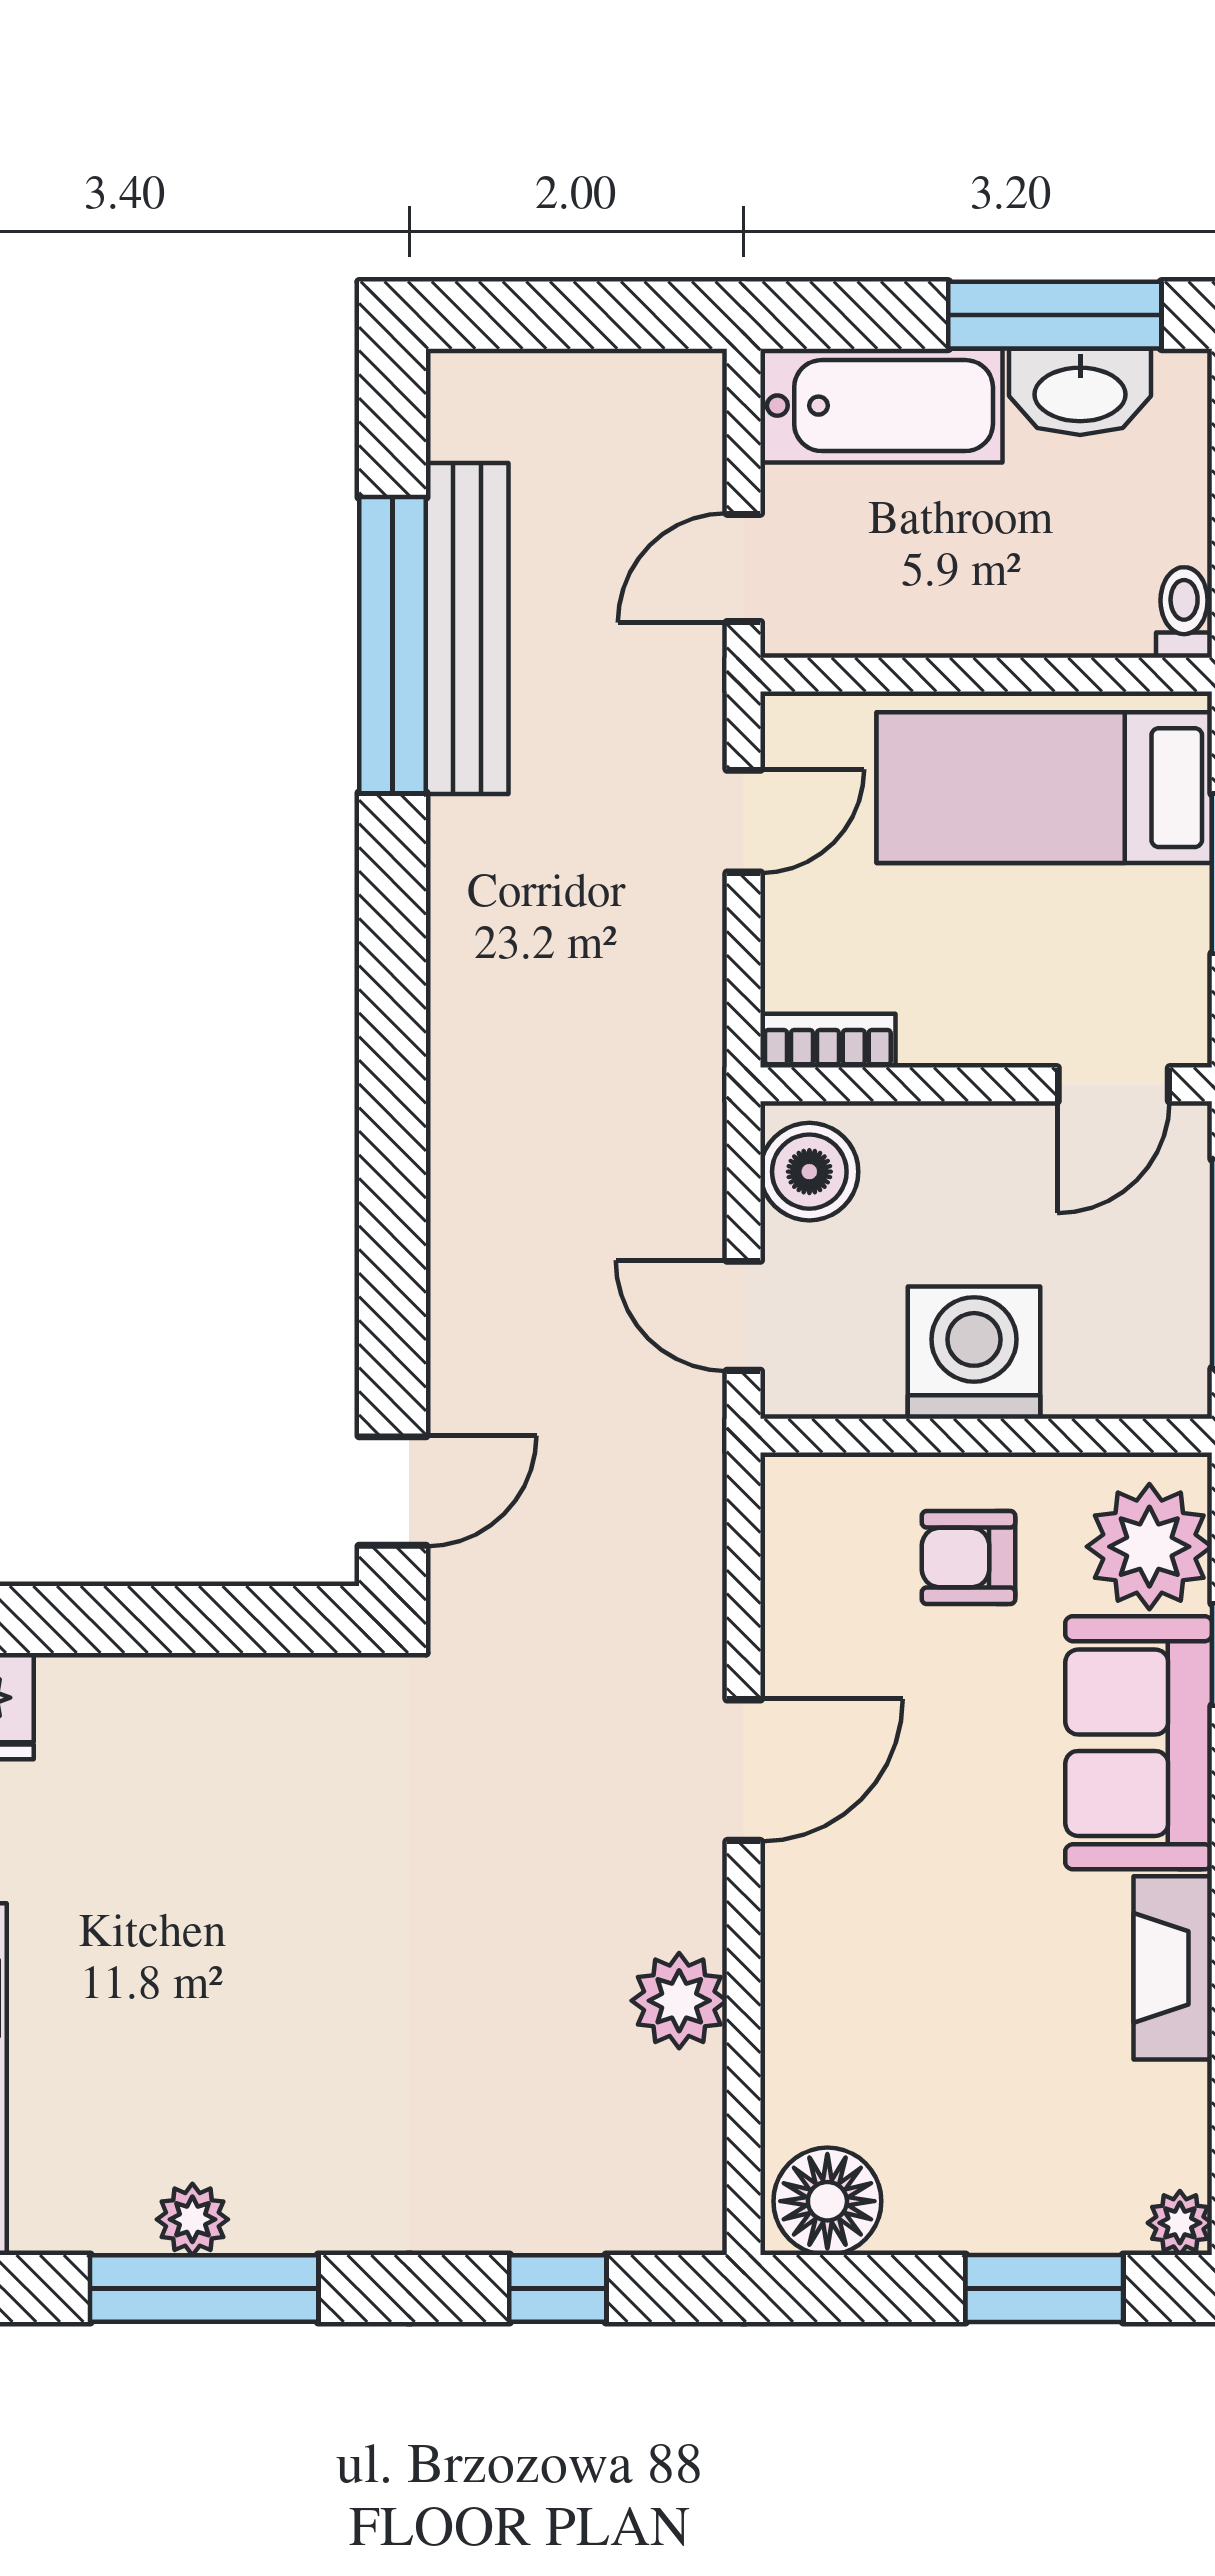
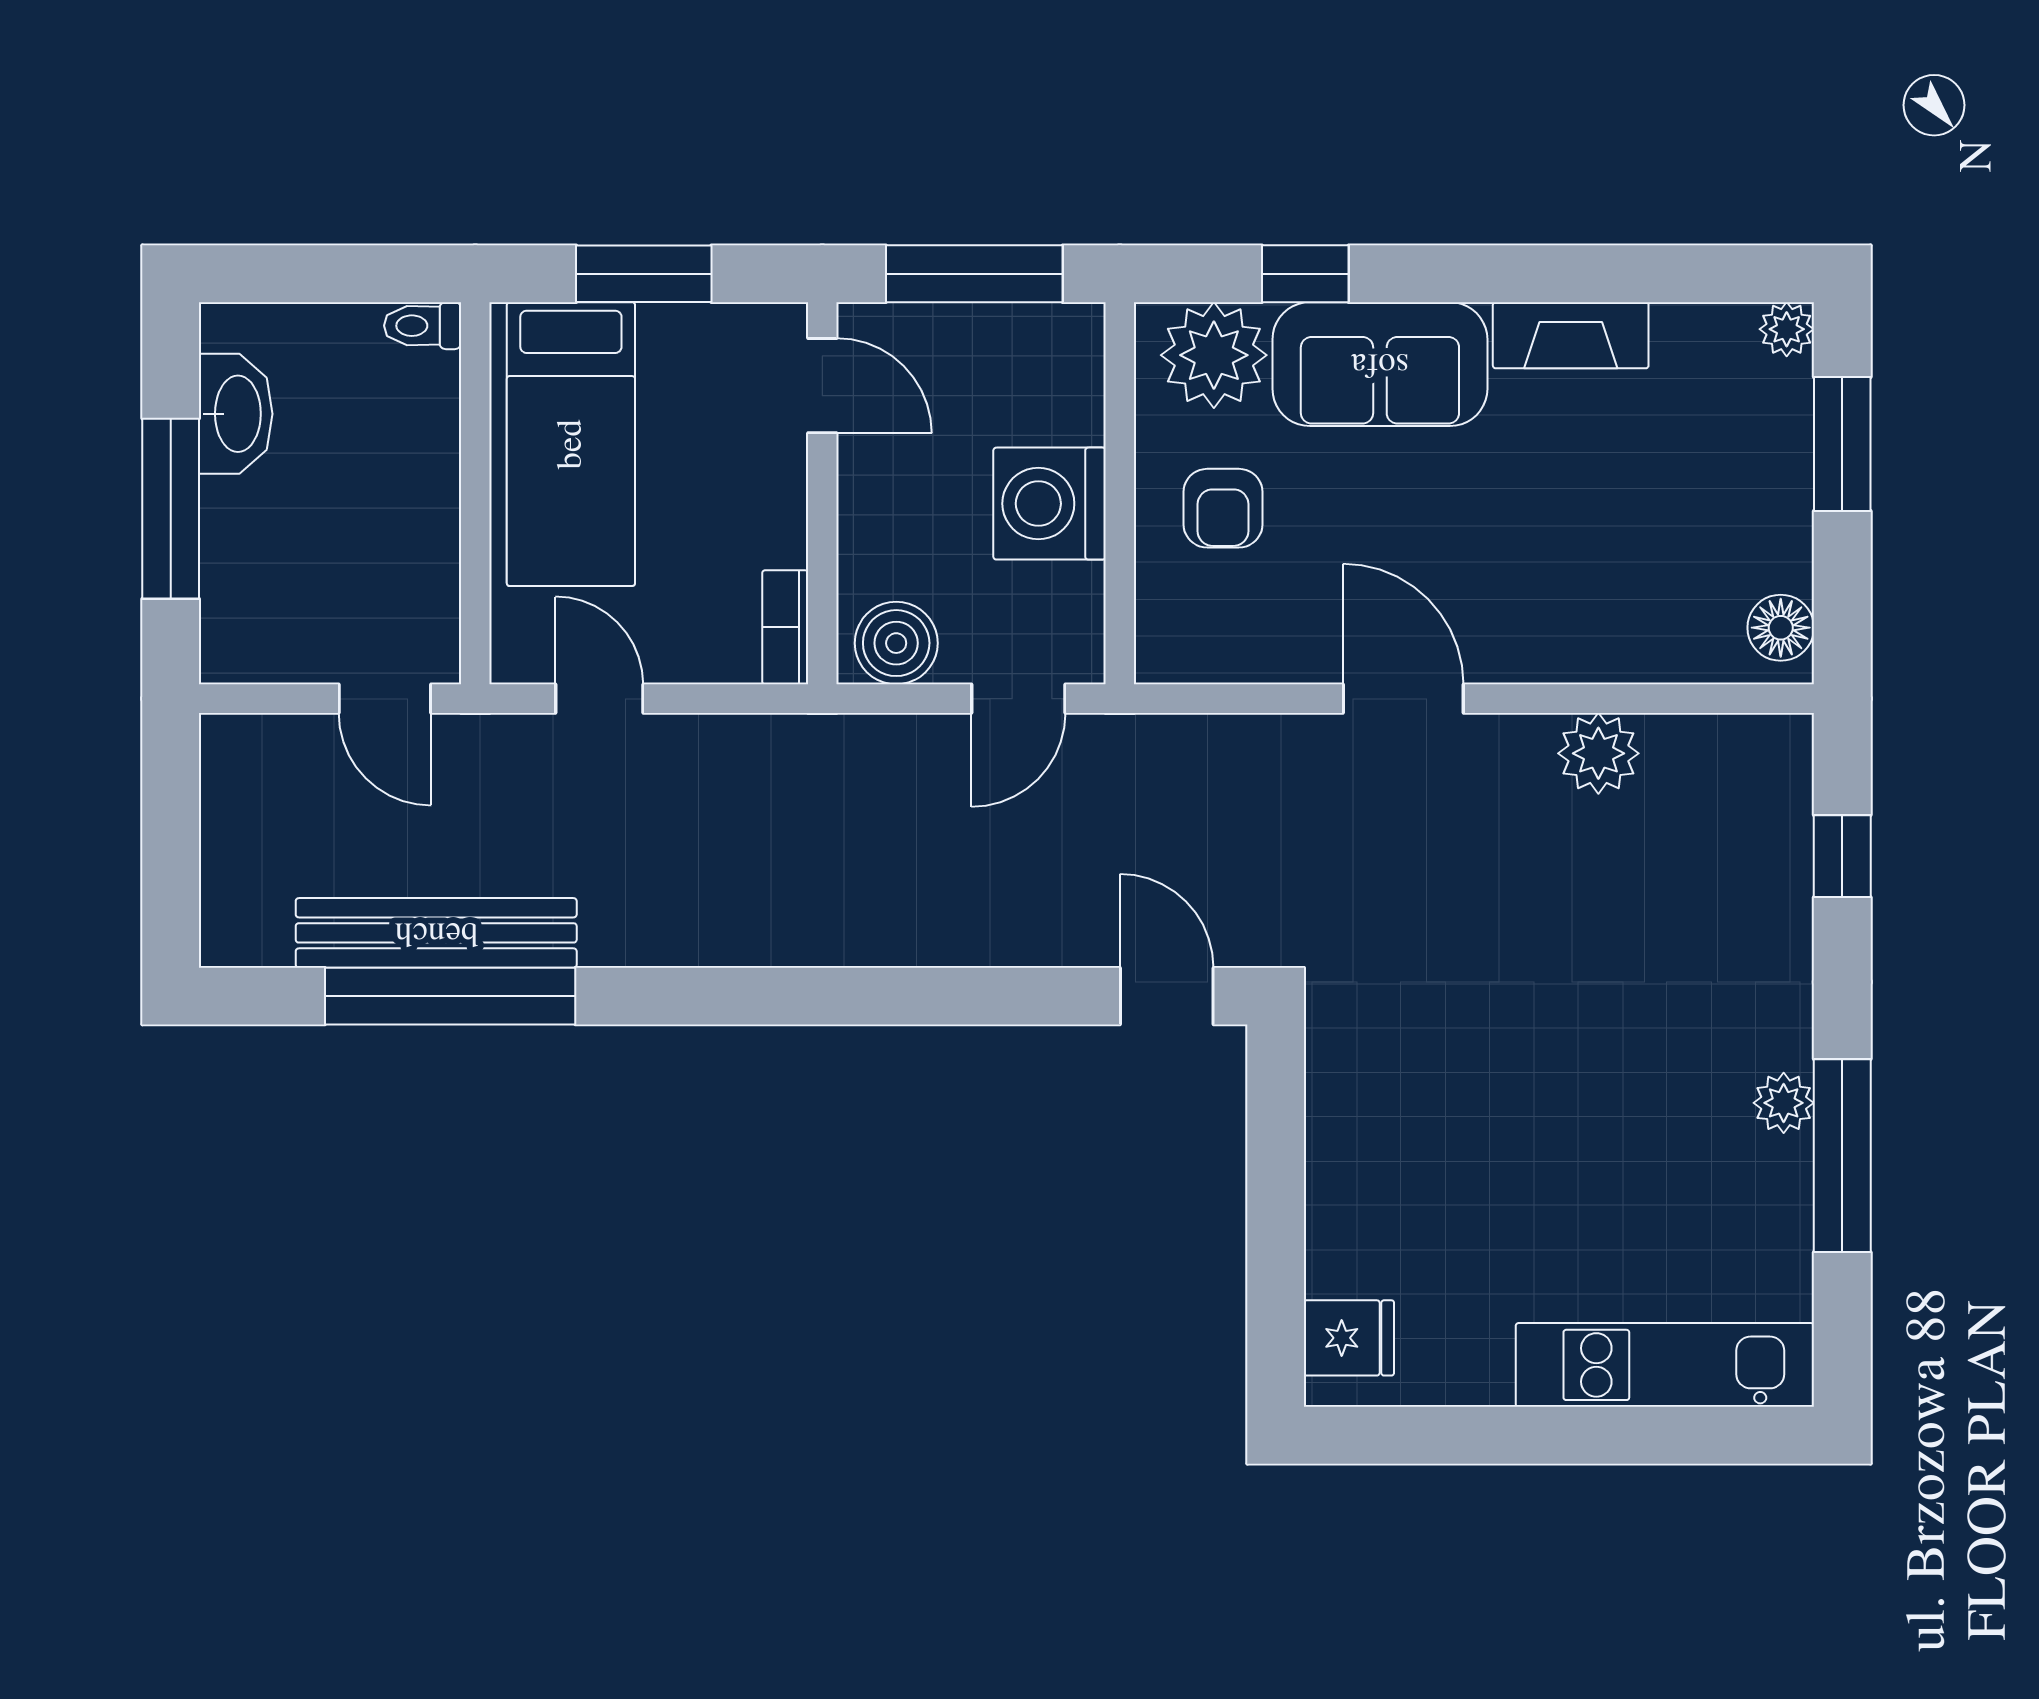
window: (1055, 315) -> (171, 509), moved
bathtub: (881, 406) -> (247, 582), removed
floor lamp: (827, 2201) -> (1781, 628), width x0.73, depth x0.73
plant: (192, 2219) -> (1784, 1103), moved

